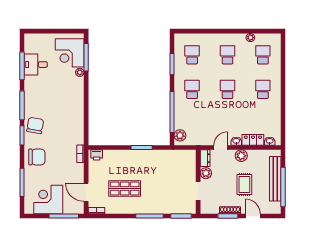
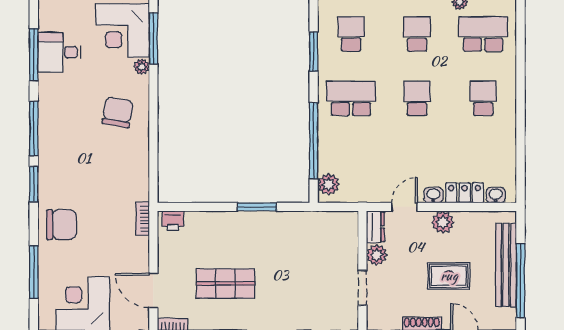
school desk: (263, 55) -> (483, 34), width x1.85
school desk: (192, 89) -> (351, 98), width x1.85
chair: (35, 125) -> (118, 112), moved
rug: (244, 184) -> (449, 276), turned 90

